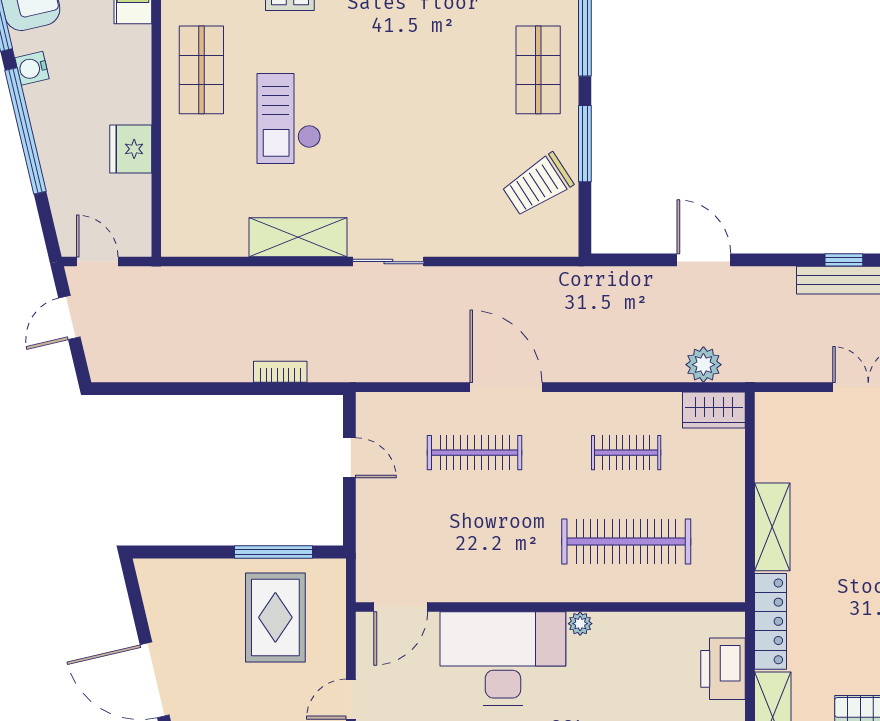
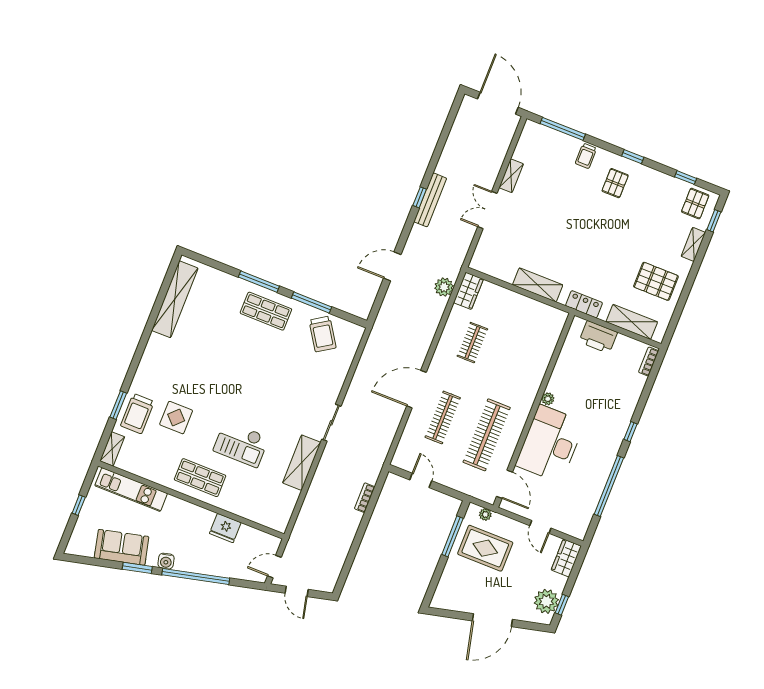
door: (349, 458) -> (421, 480), hinge flipped
clothes rail: (626, 541) -> (487, 435), moved
plant: (335, 594) -> (485, 514), added
locker: (770, 621) -> (584, 304), width x0.66

